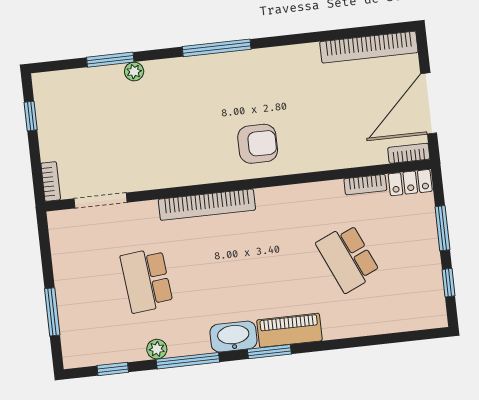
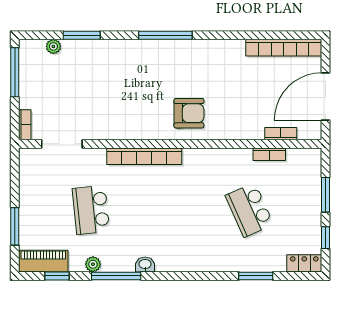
plant: (134, 71) -> (53, 46), moved
window: (31, 116) -> (15, 72), width x2.17
bookcase: (409, 153) -> (281, 134), moved
locker: (410, 183) -> (304, 263), moved, turned 180
piano: (289, 330) -> (43, 261), moved
washbasin: (233, 337) -> (145, 264), width x0.52, depth x0.69
window: (269, 352) -> (256, 276), moved

